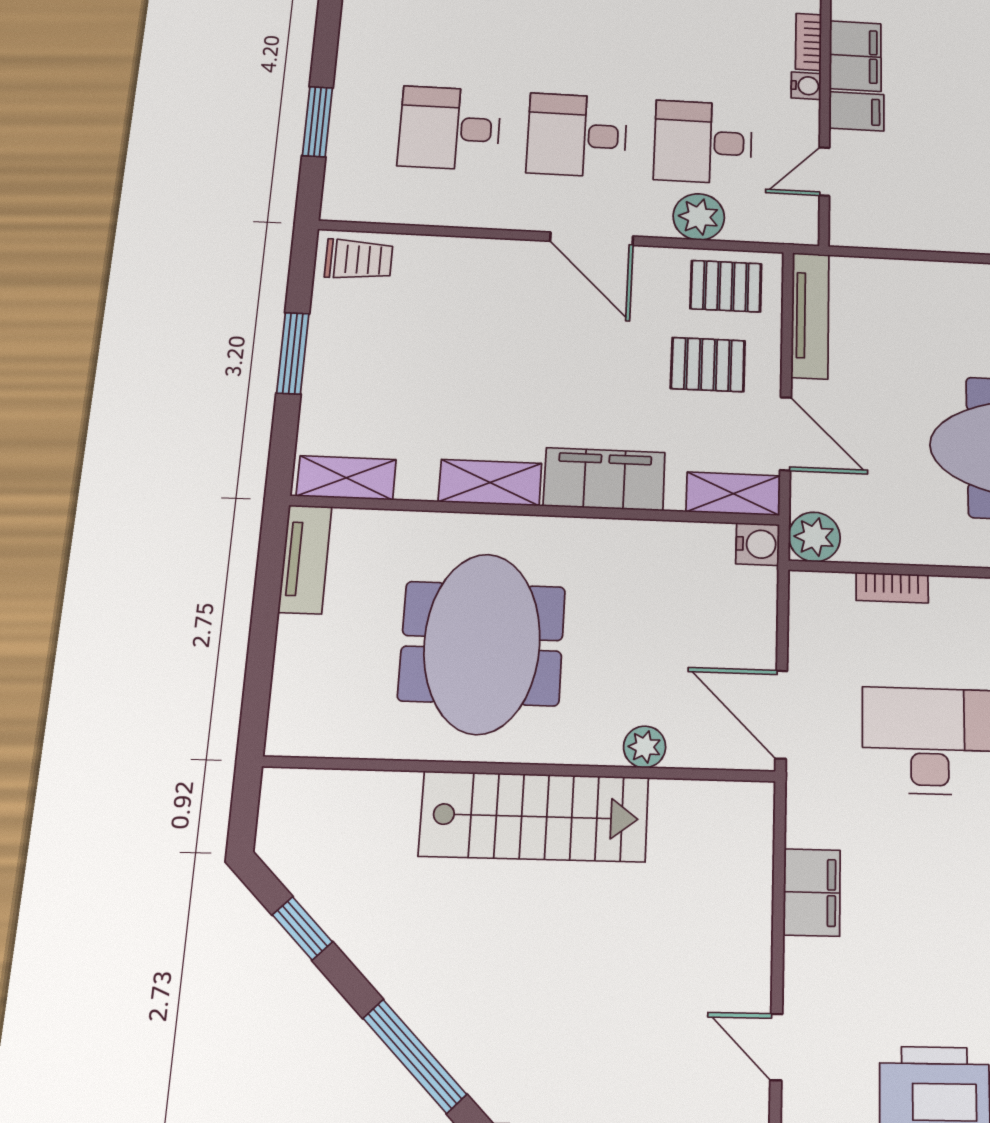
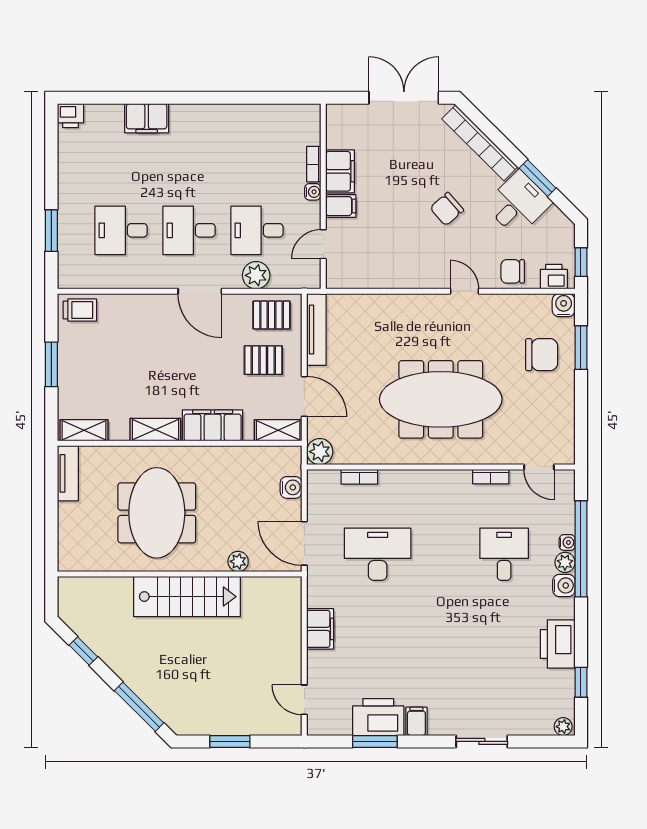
water cooler: (758, 544) -> (291, 487), moved

